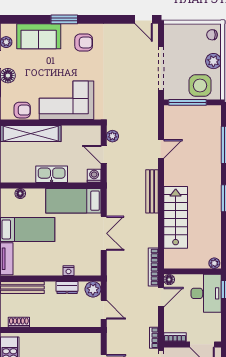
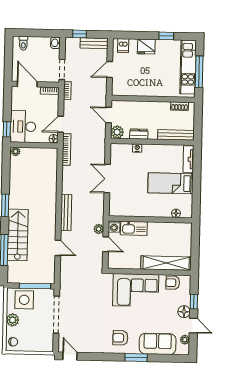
plant: (112, 136) -> (99, 229), moved
door: (161, 149) -> (58, 248), swing flipped
kitchen sink: (52, 174) -> (134, 228), moved
bed: (73, 201) -> (132, 206), removed
stairs: (176, 217) -> (18, 235), moved, turned 180

